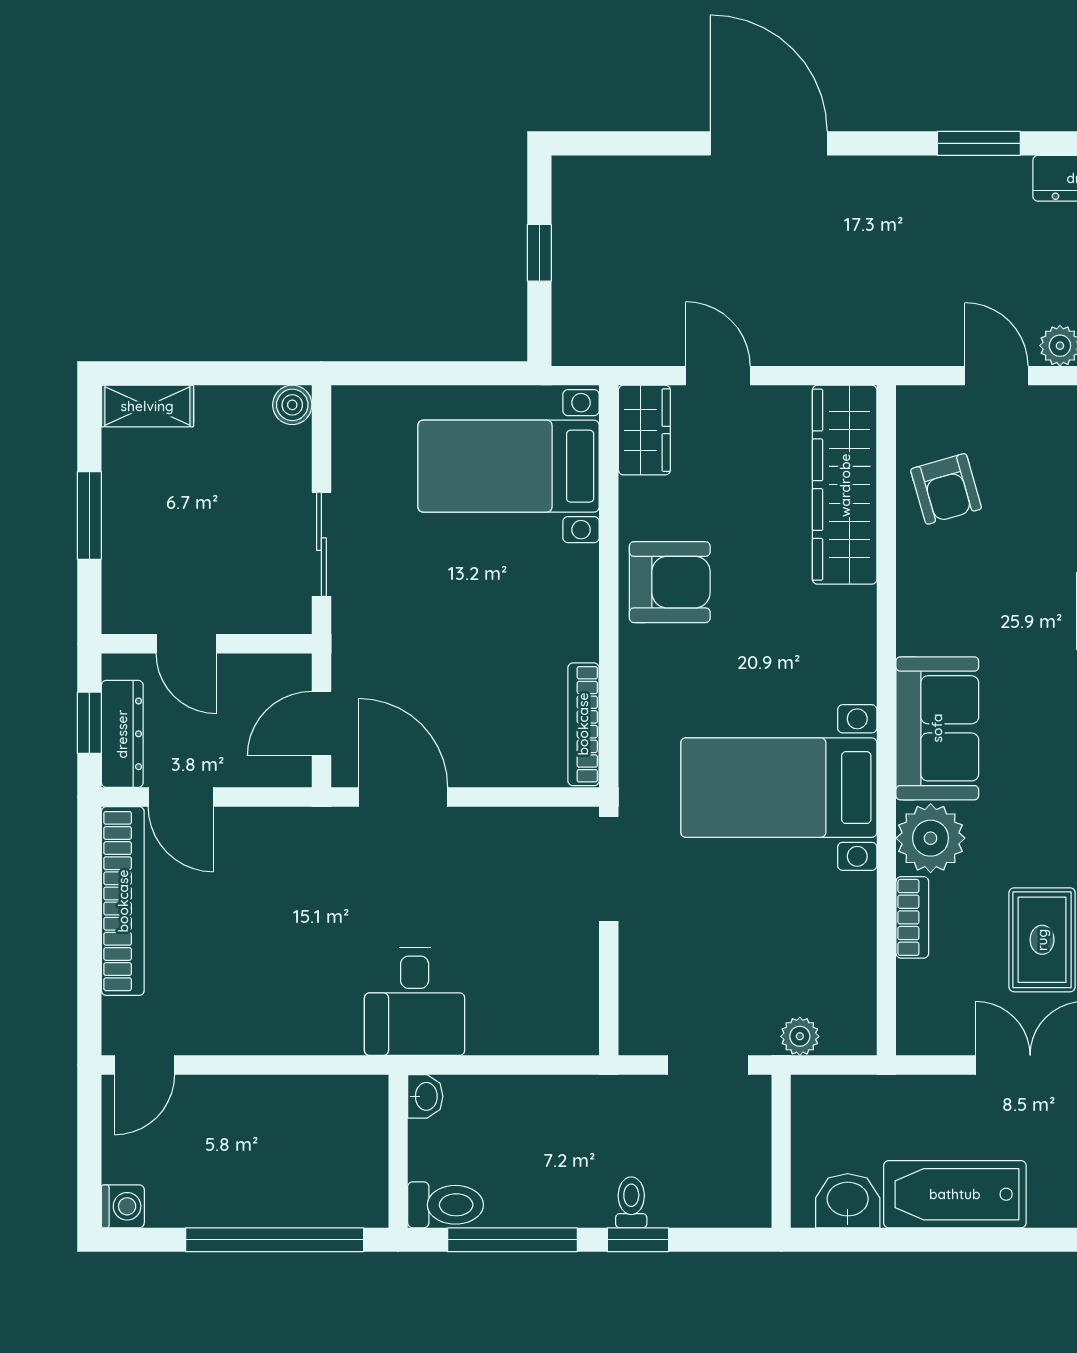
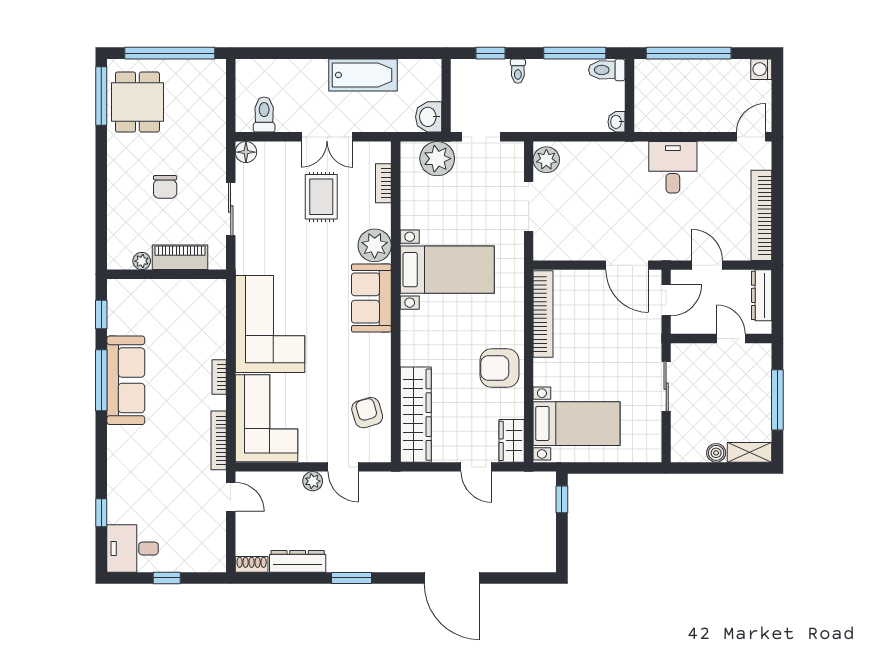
window: (539, 253) -> (562, 499), moved
boiler: (292, 405) -> (716, 453), moved
window: (89, 516) -> (777, 400), width x1.44
window: (89, 723) -> (777, 301), removed
bookcase: (583, 724) -> (543, 314), width x1.48, depth x1.31
door: (181, 797) -> (707, 265), moved
doorway: (609, 869) -> (529, 206), moved
bookcase: (912, 917) -> (383, 183), moved
desk: (415, 1001) -> (673, 167), moved
plant: (572, 1017) -> (546, 160), added
plant: (800, 1036) -> (437, 159), width x1.88, depth x1.88
washbasin: (848, 1201) -> (429, 117), moved, turned 90
window: (638, 1240) -> (490, 53), moved

